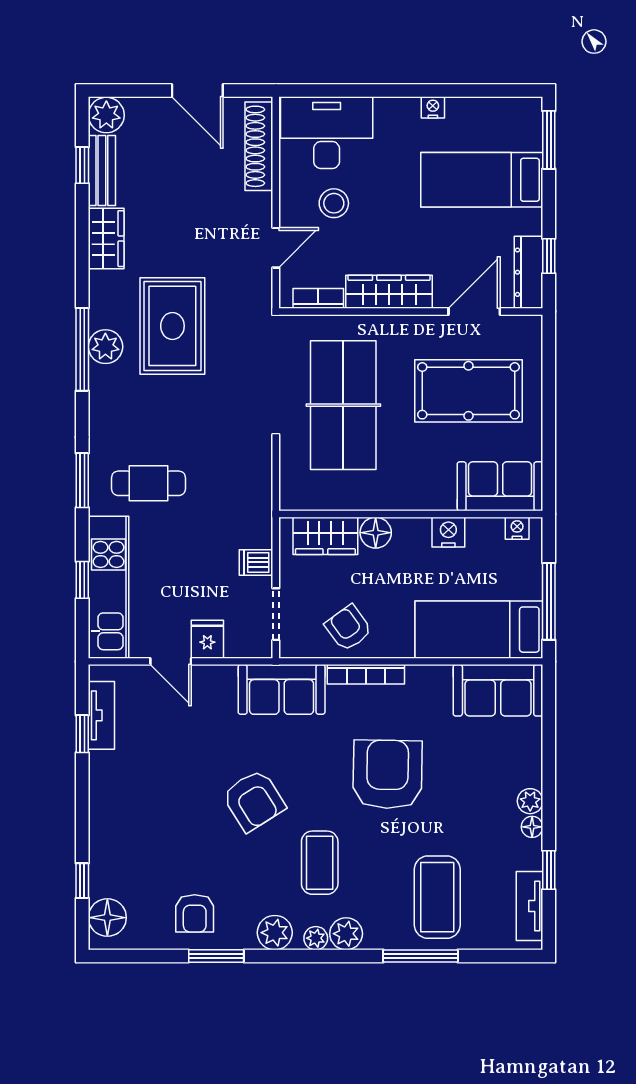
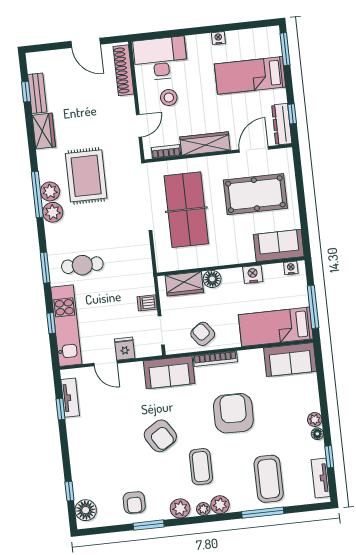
plant: (106, 115) -> (53, 212), moved

